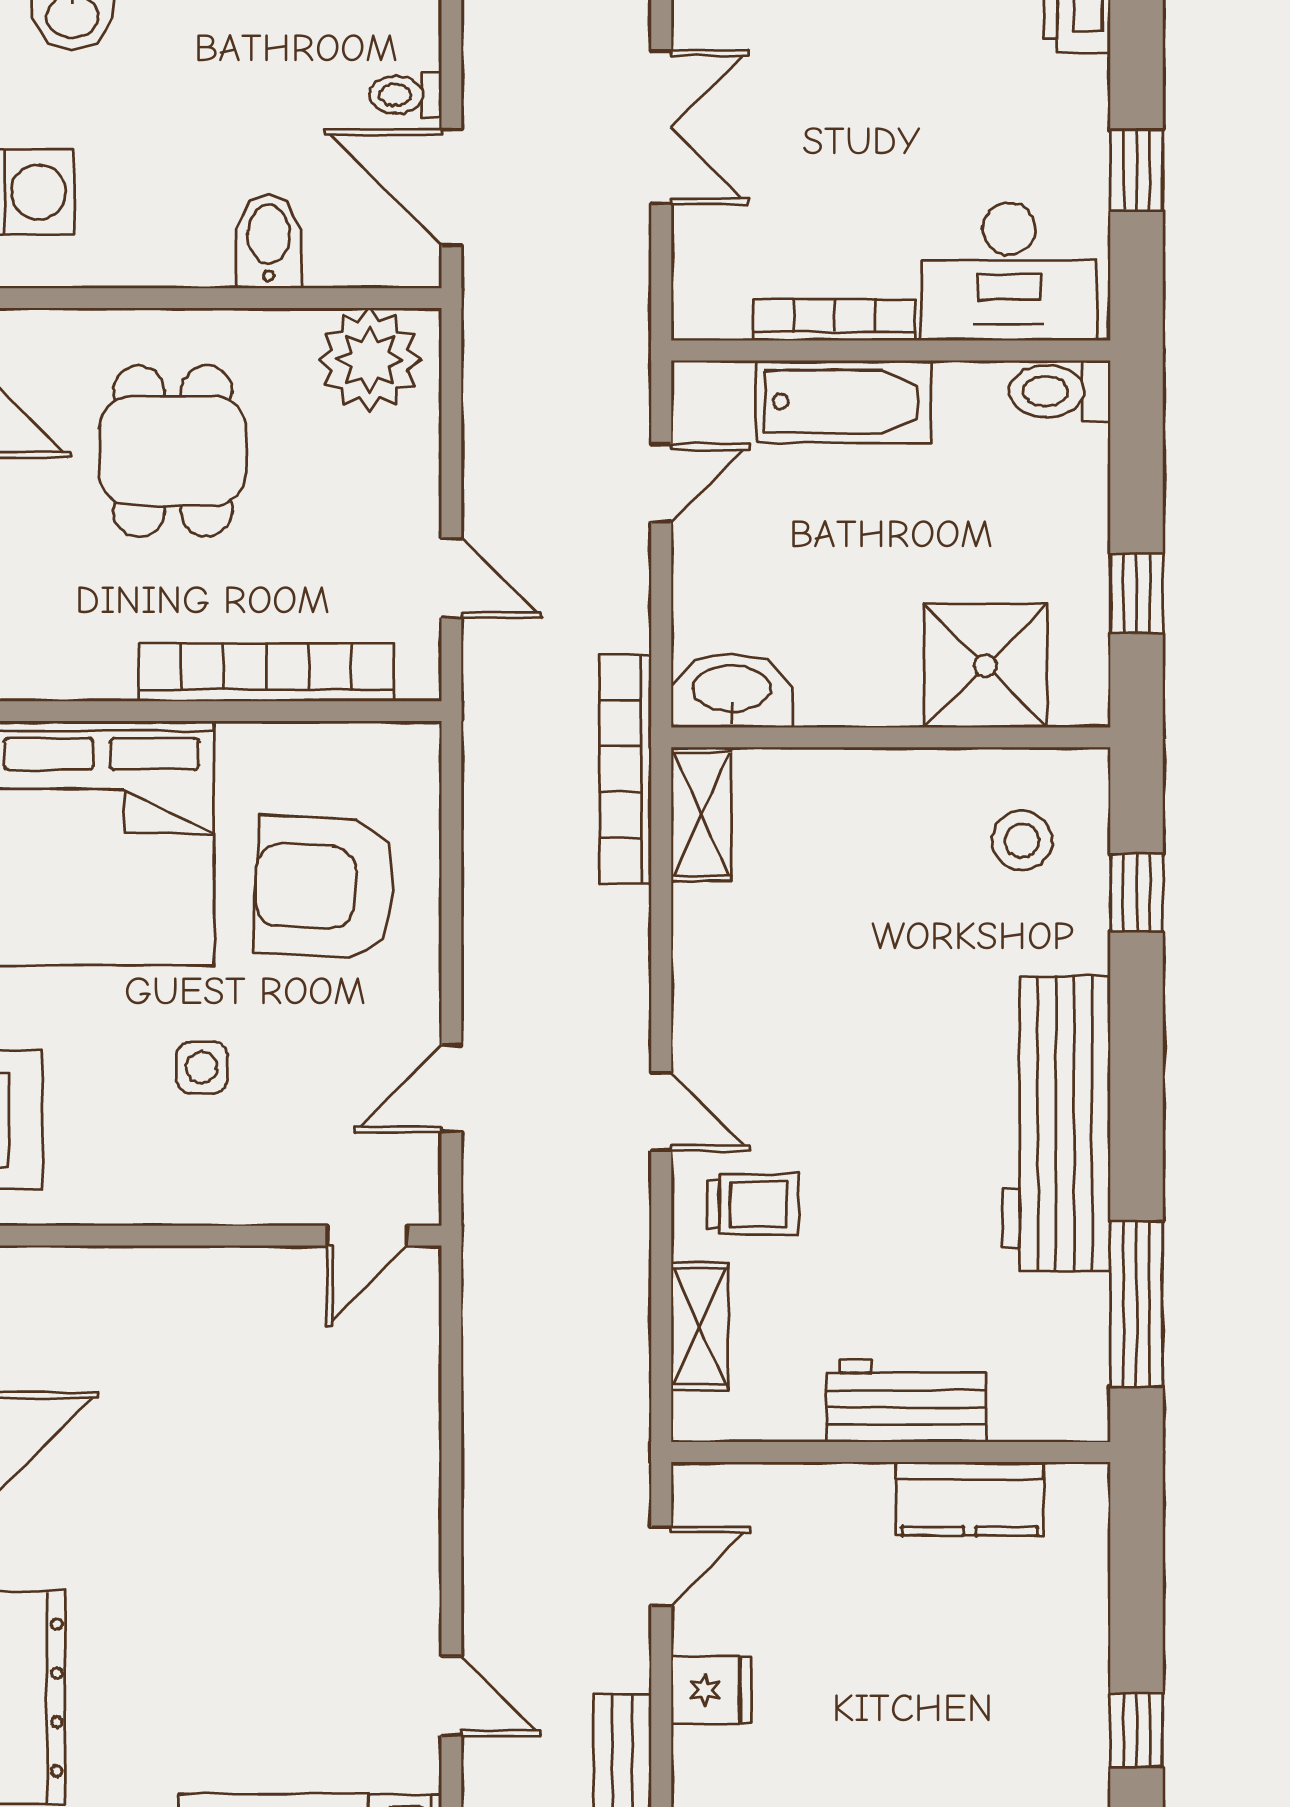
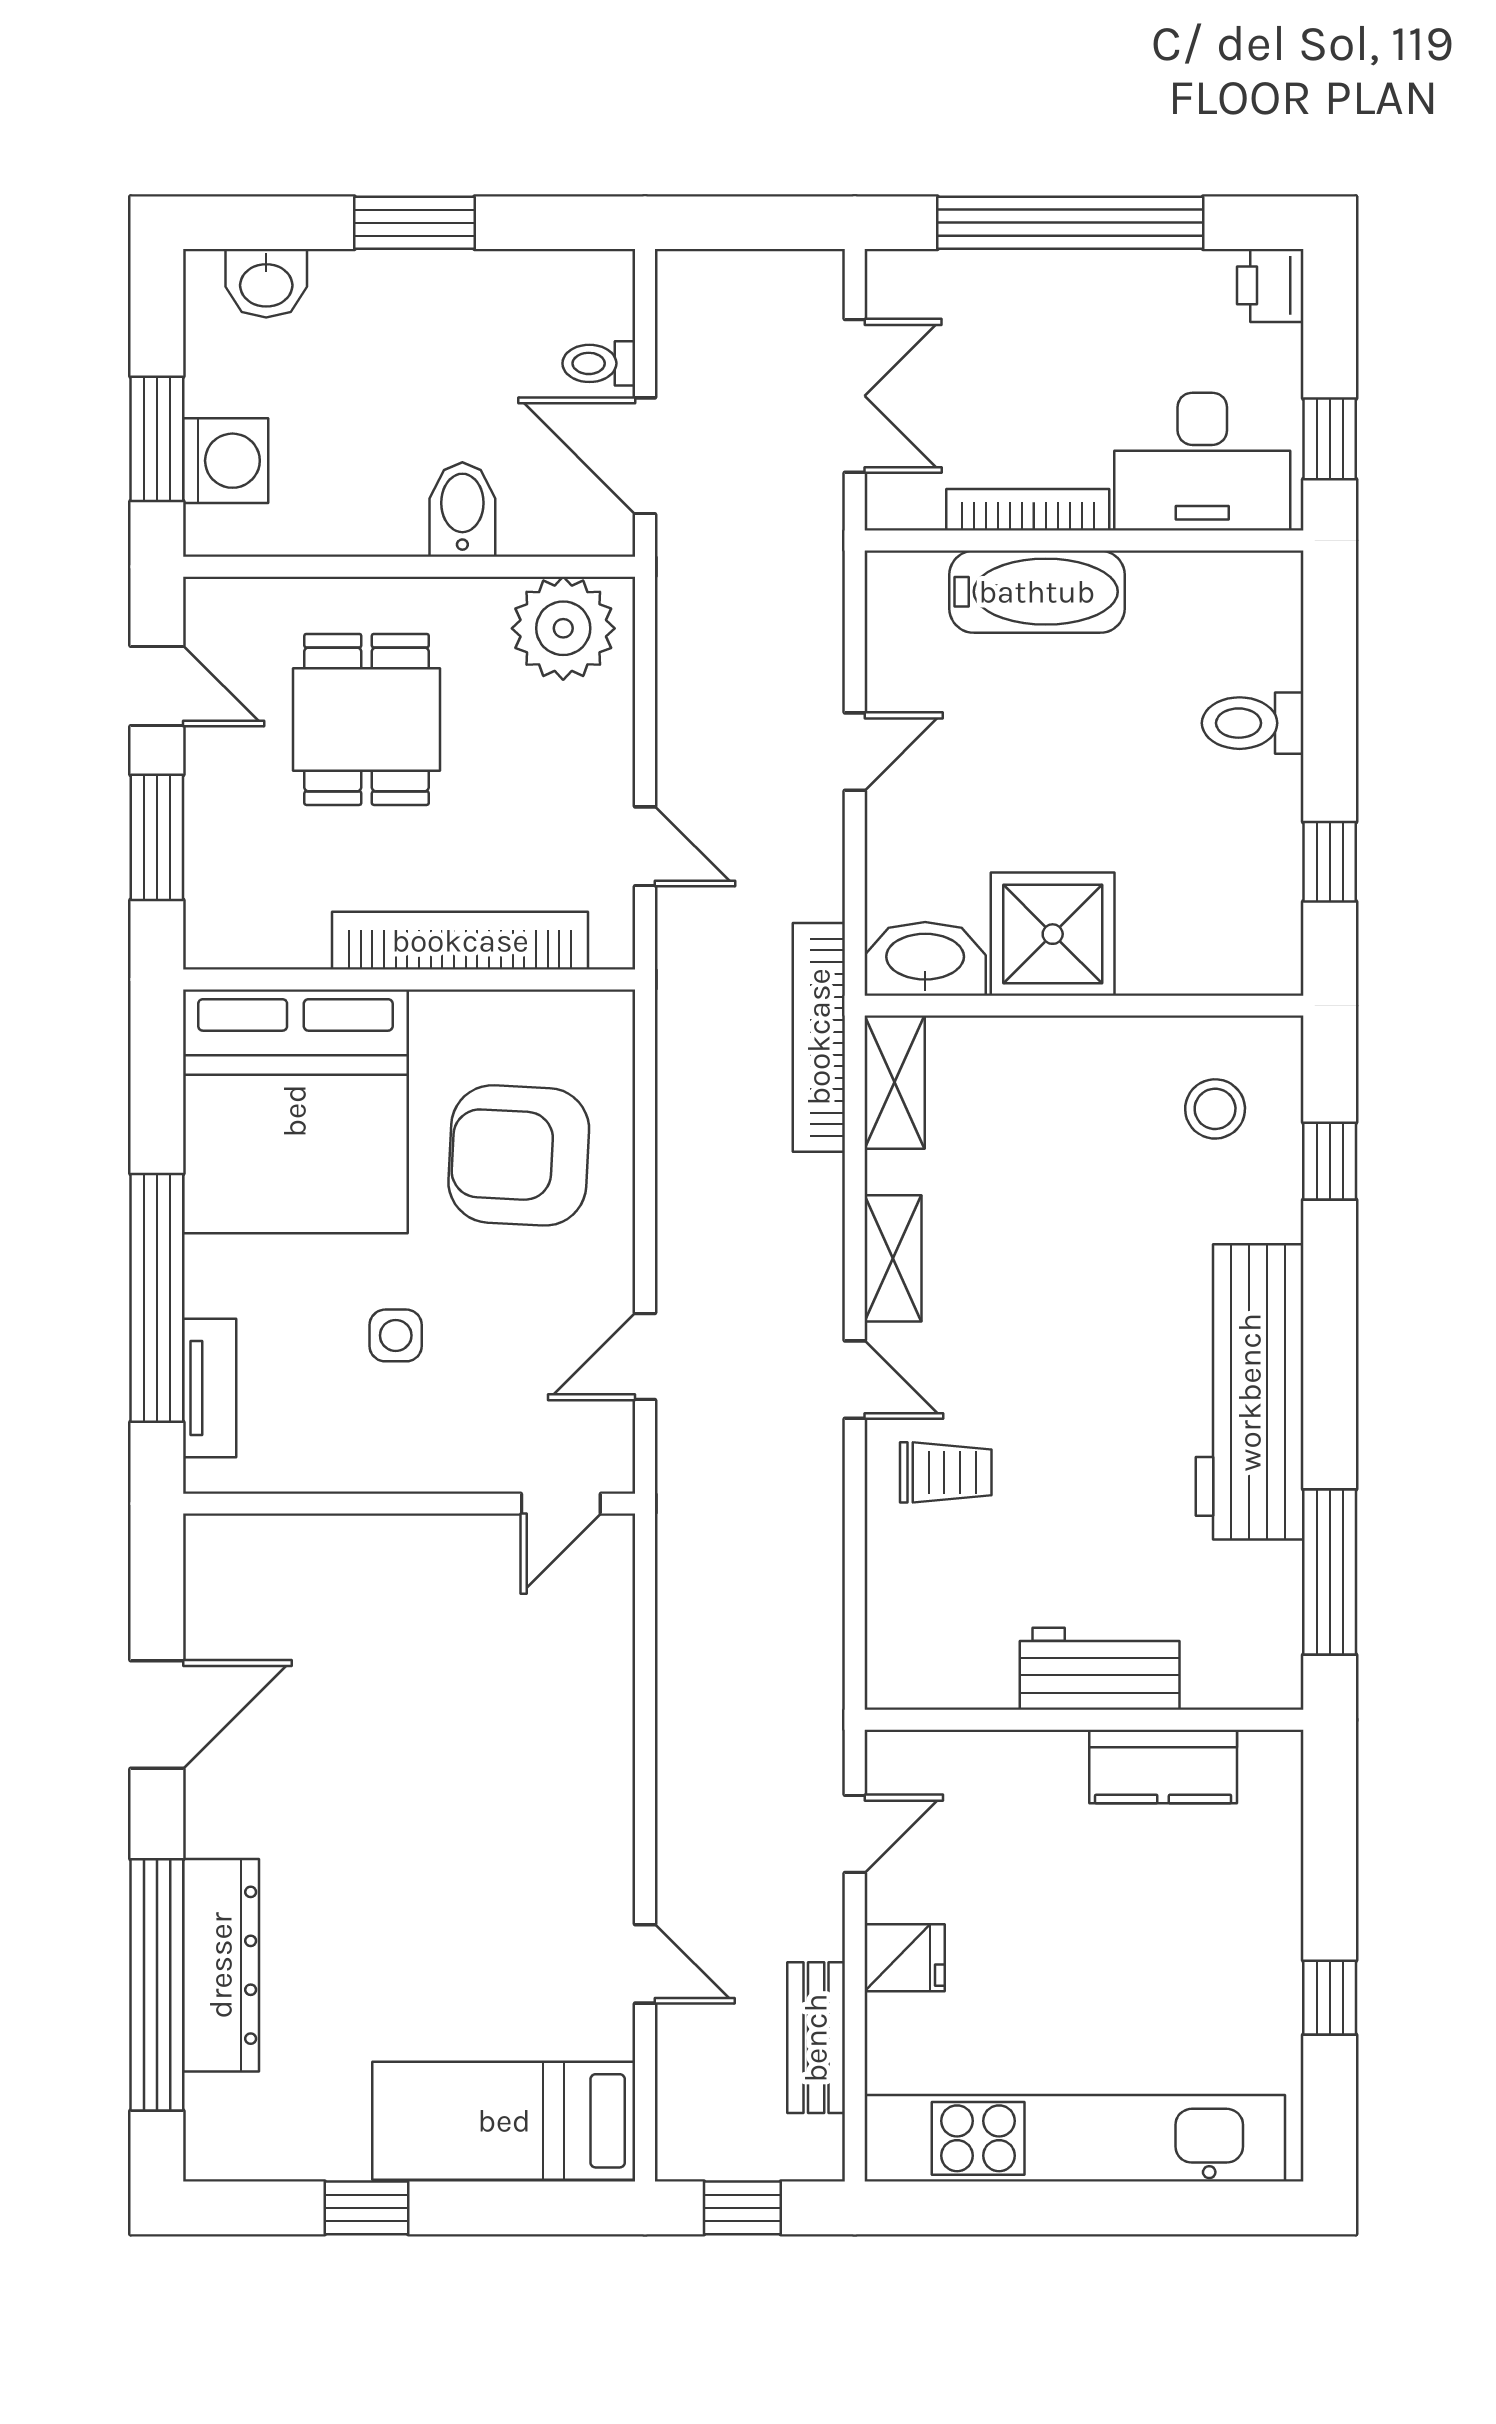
desk: (1009, 272) -> (1202, 462), moved
bookcase: (834, 320) -> (1028, 510), moved
wall: (891, 351) -> (1084, 540), moved
toilet: (1059, 391) -> (1253, 723), moved
bathtub: (844, 402) -> (1037, 592), moved
shower: (985, 666) -> (1053, 934), moved
shelving: (699, 1327) -> (893, 1258), moved

